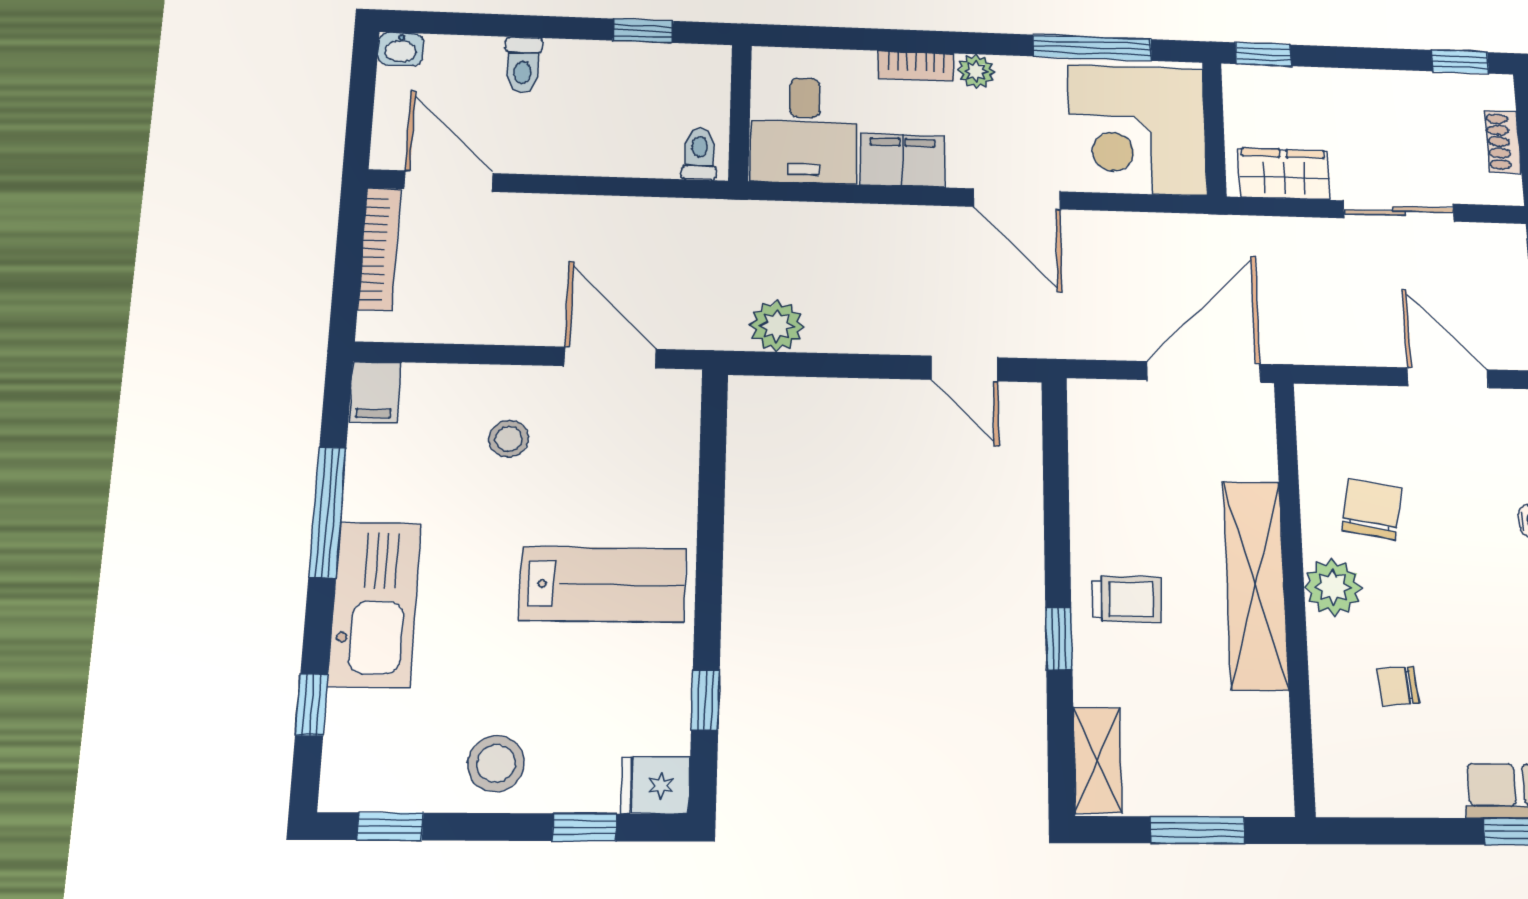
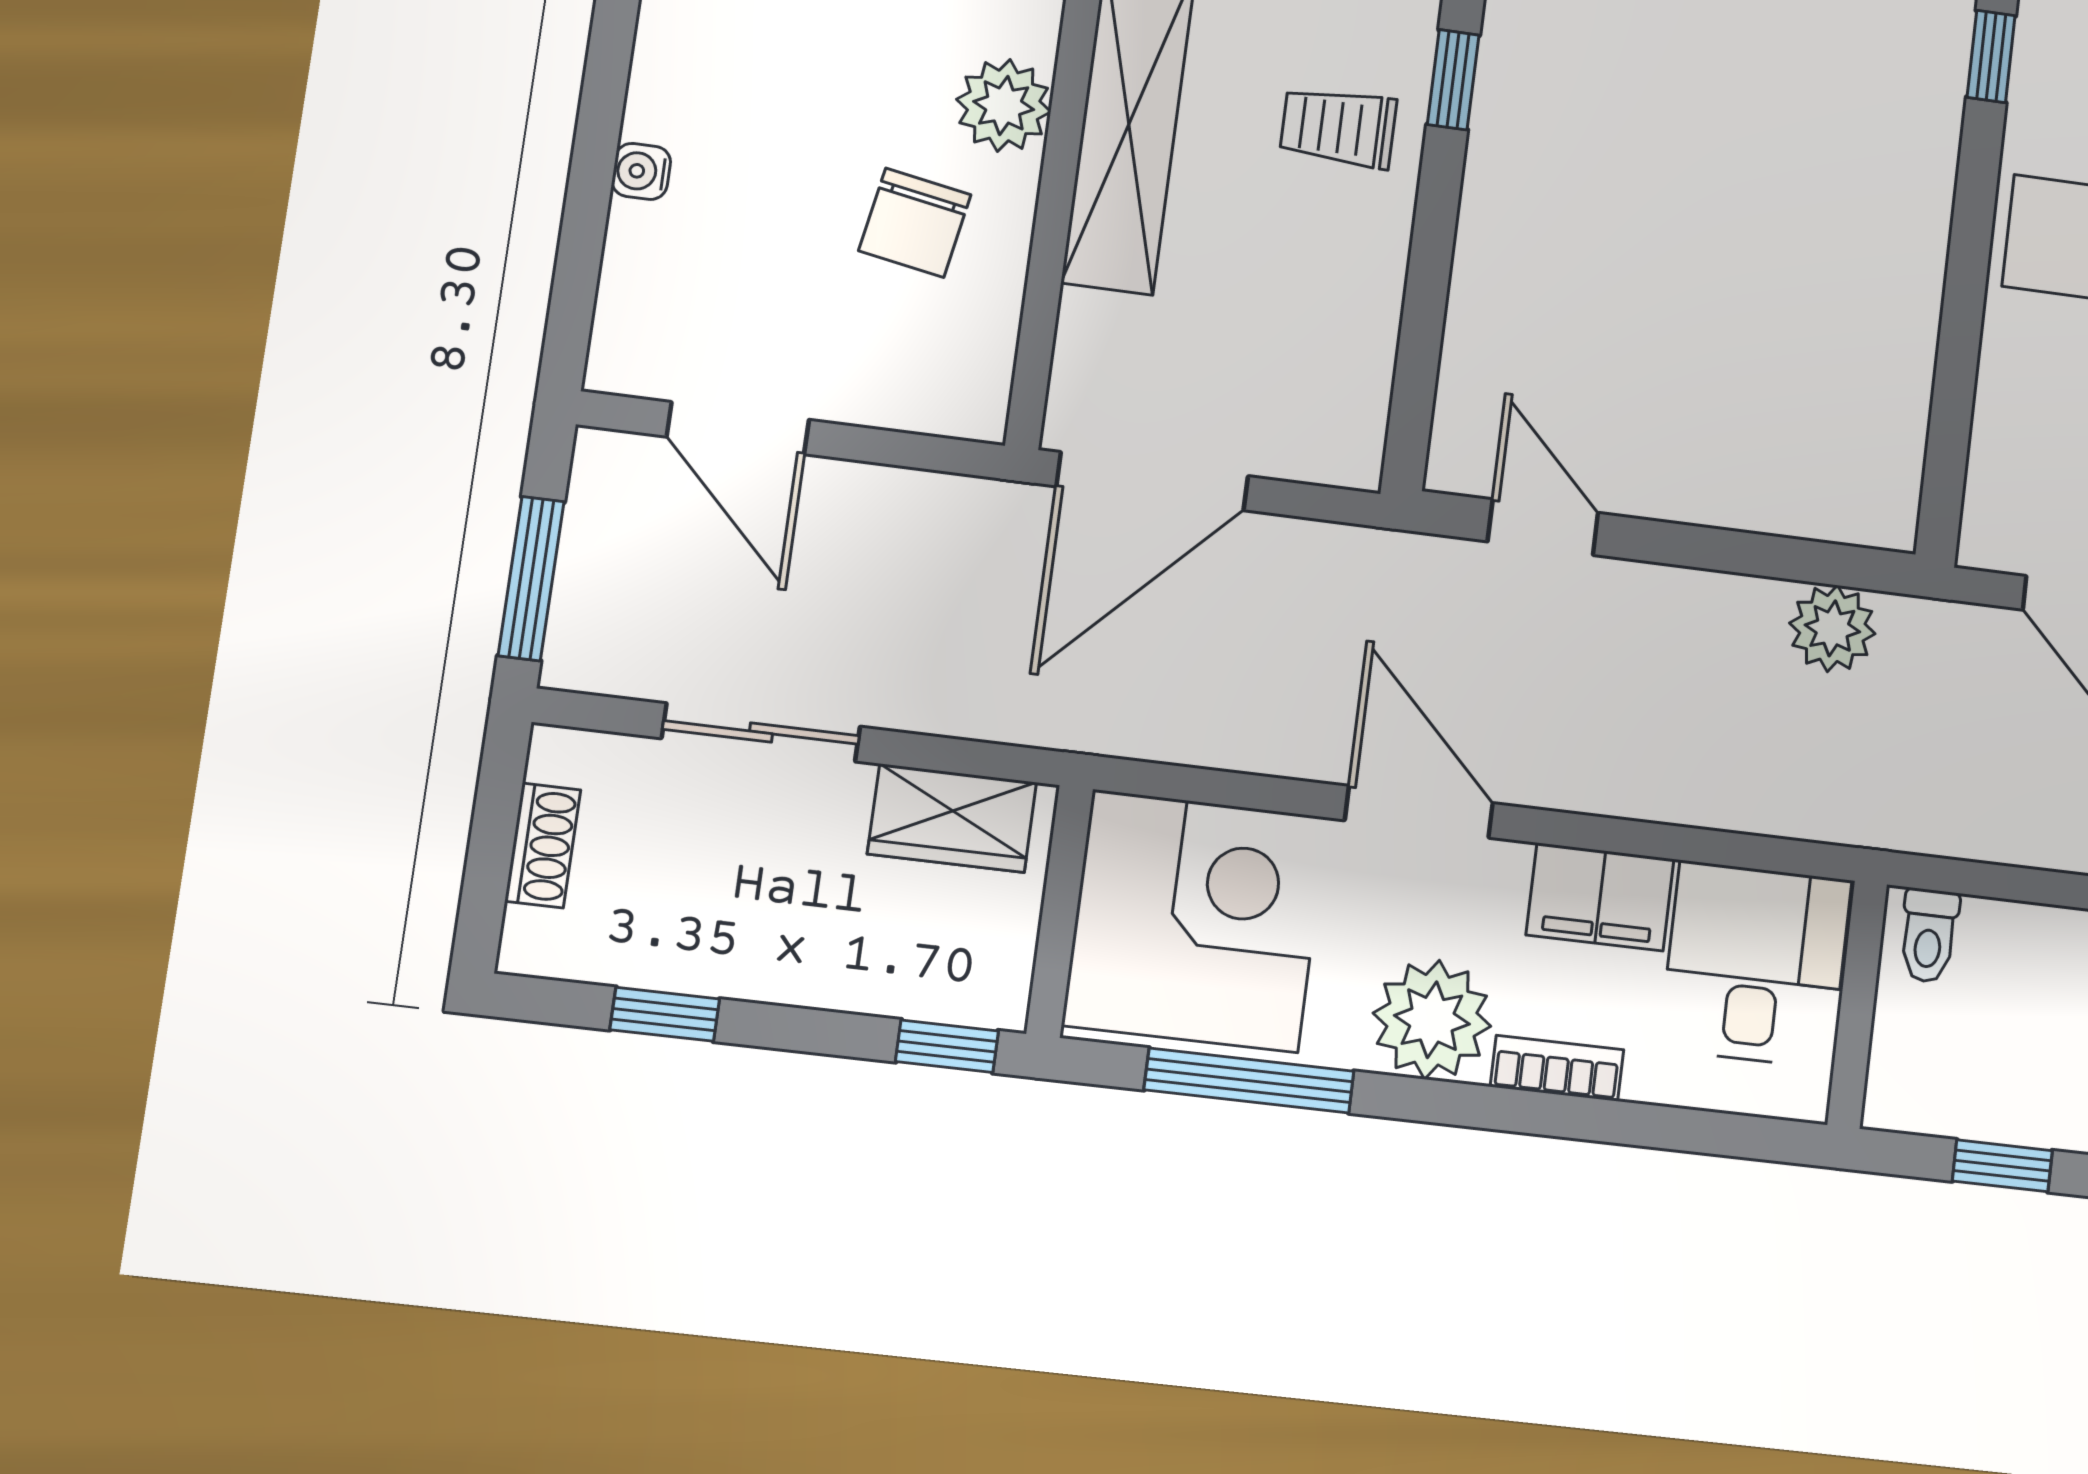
window: (1460, 62) -> (665, 1014), moved
plant: (976, 71) -> (1432, 1020), width x1.88, depth x1.88

